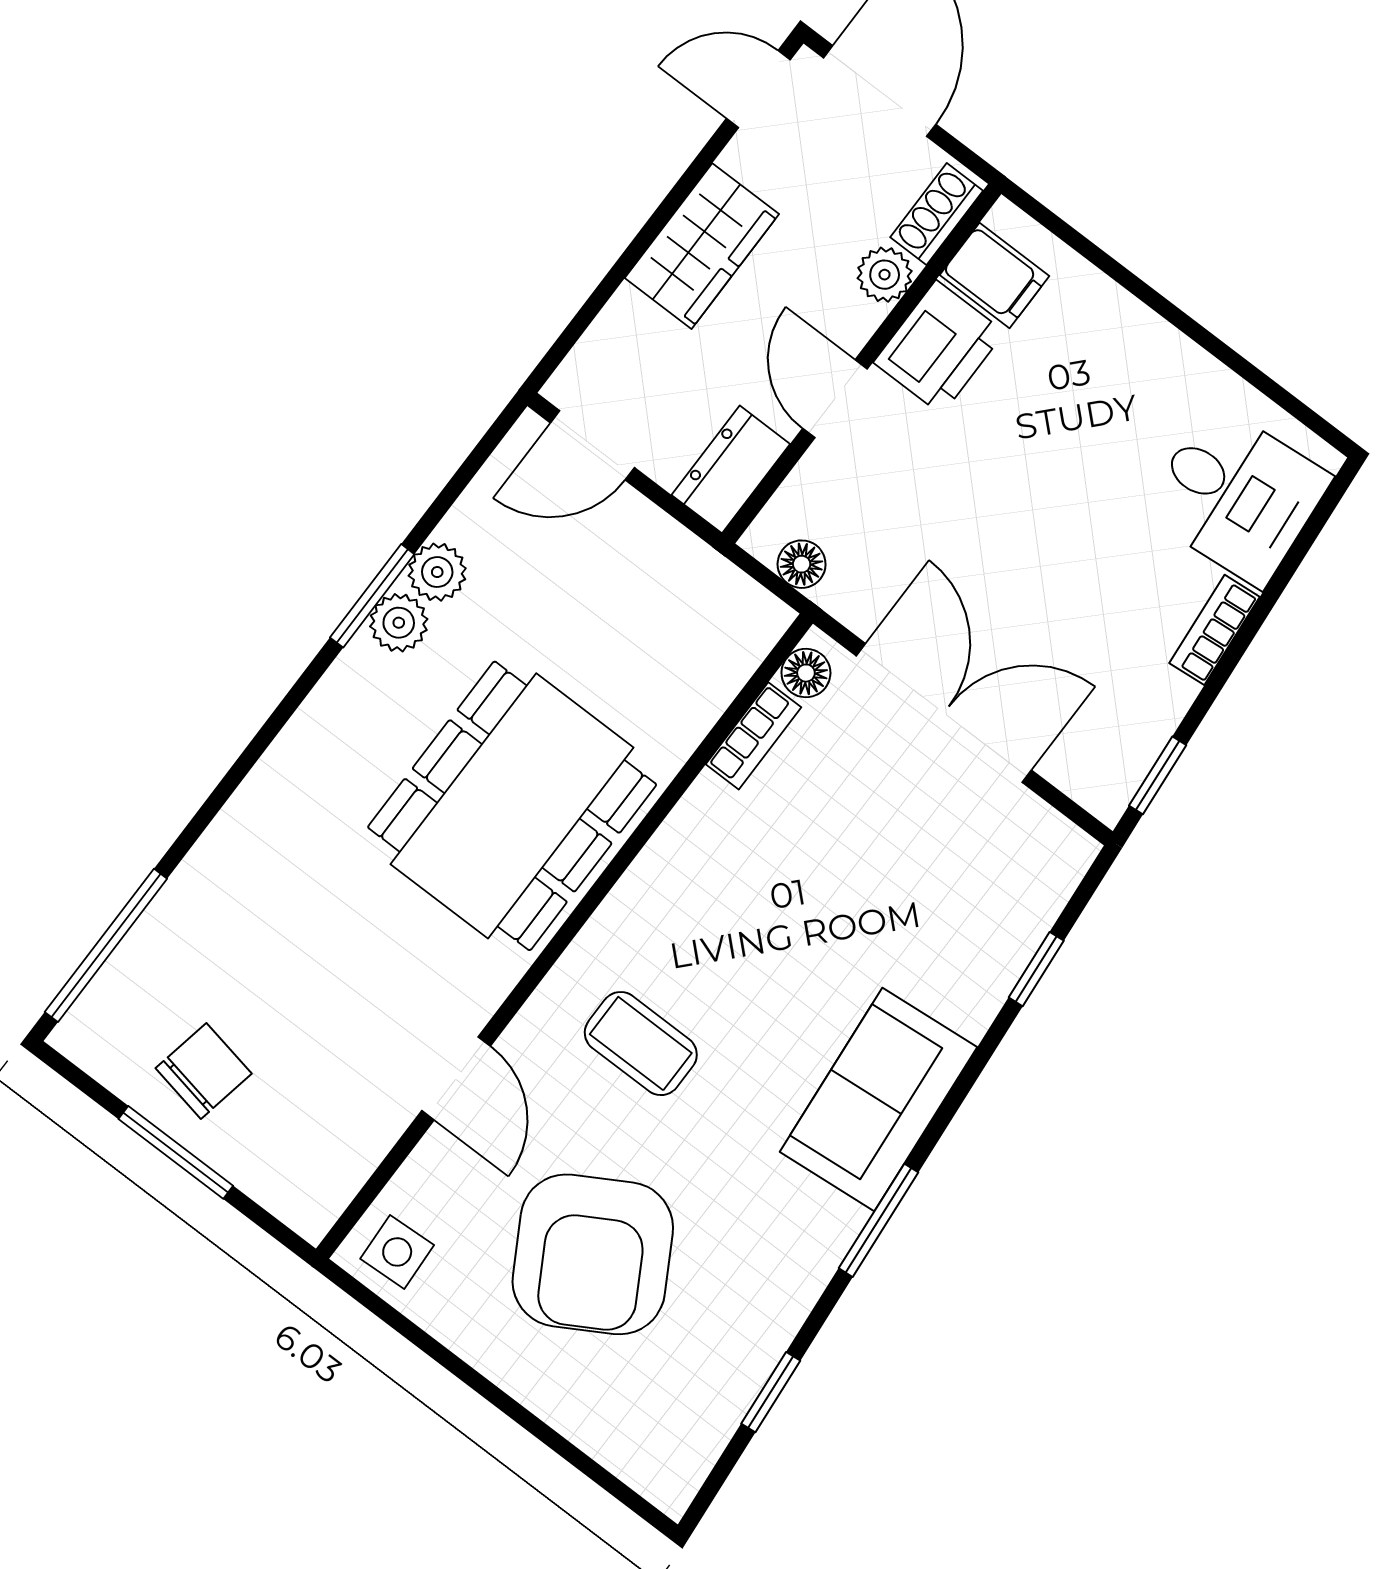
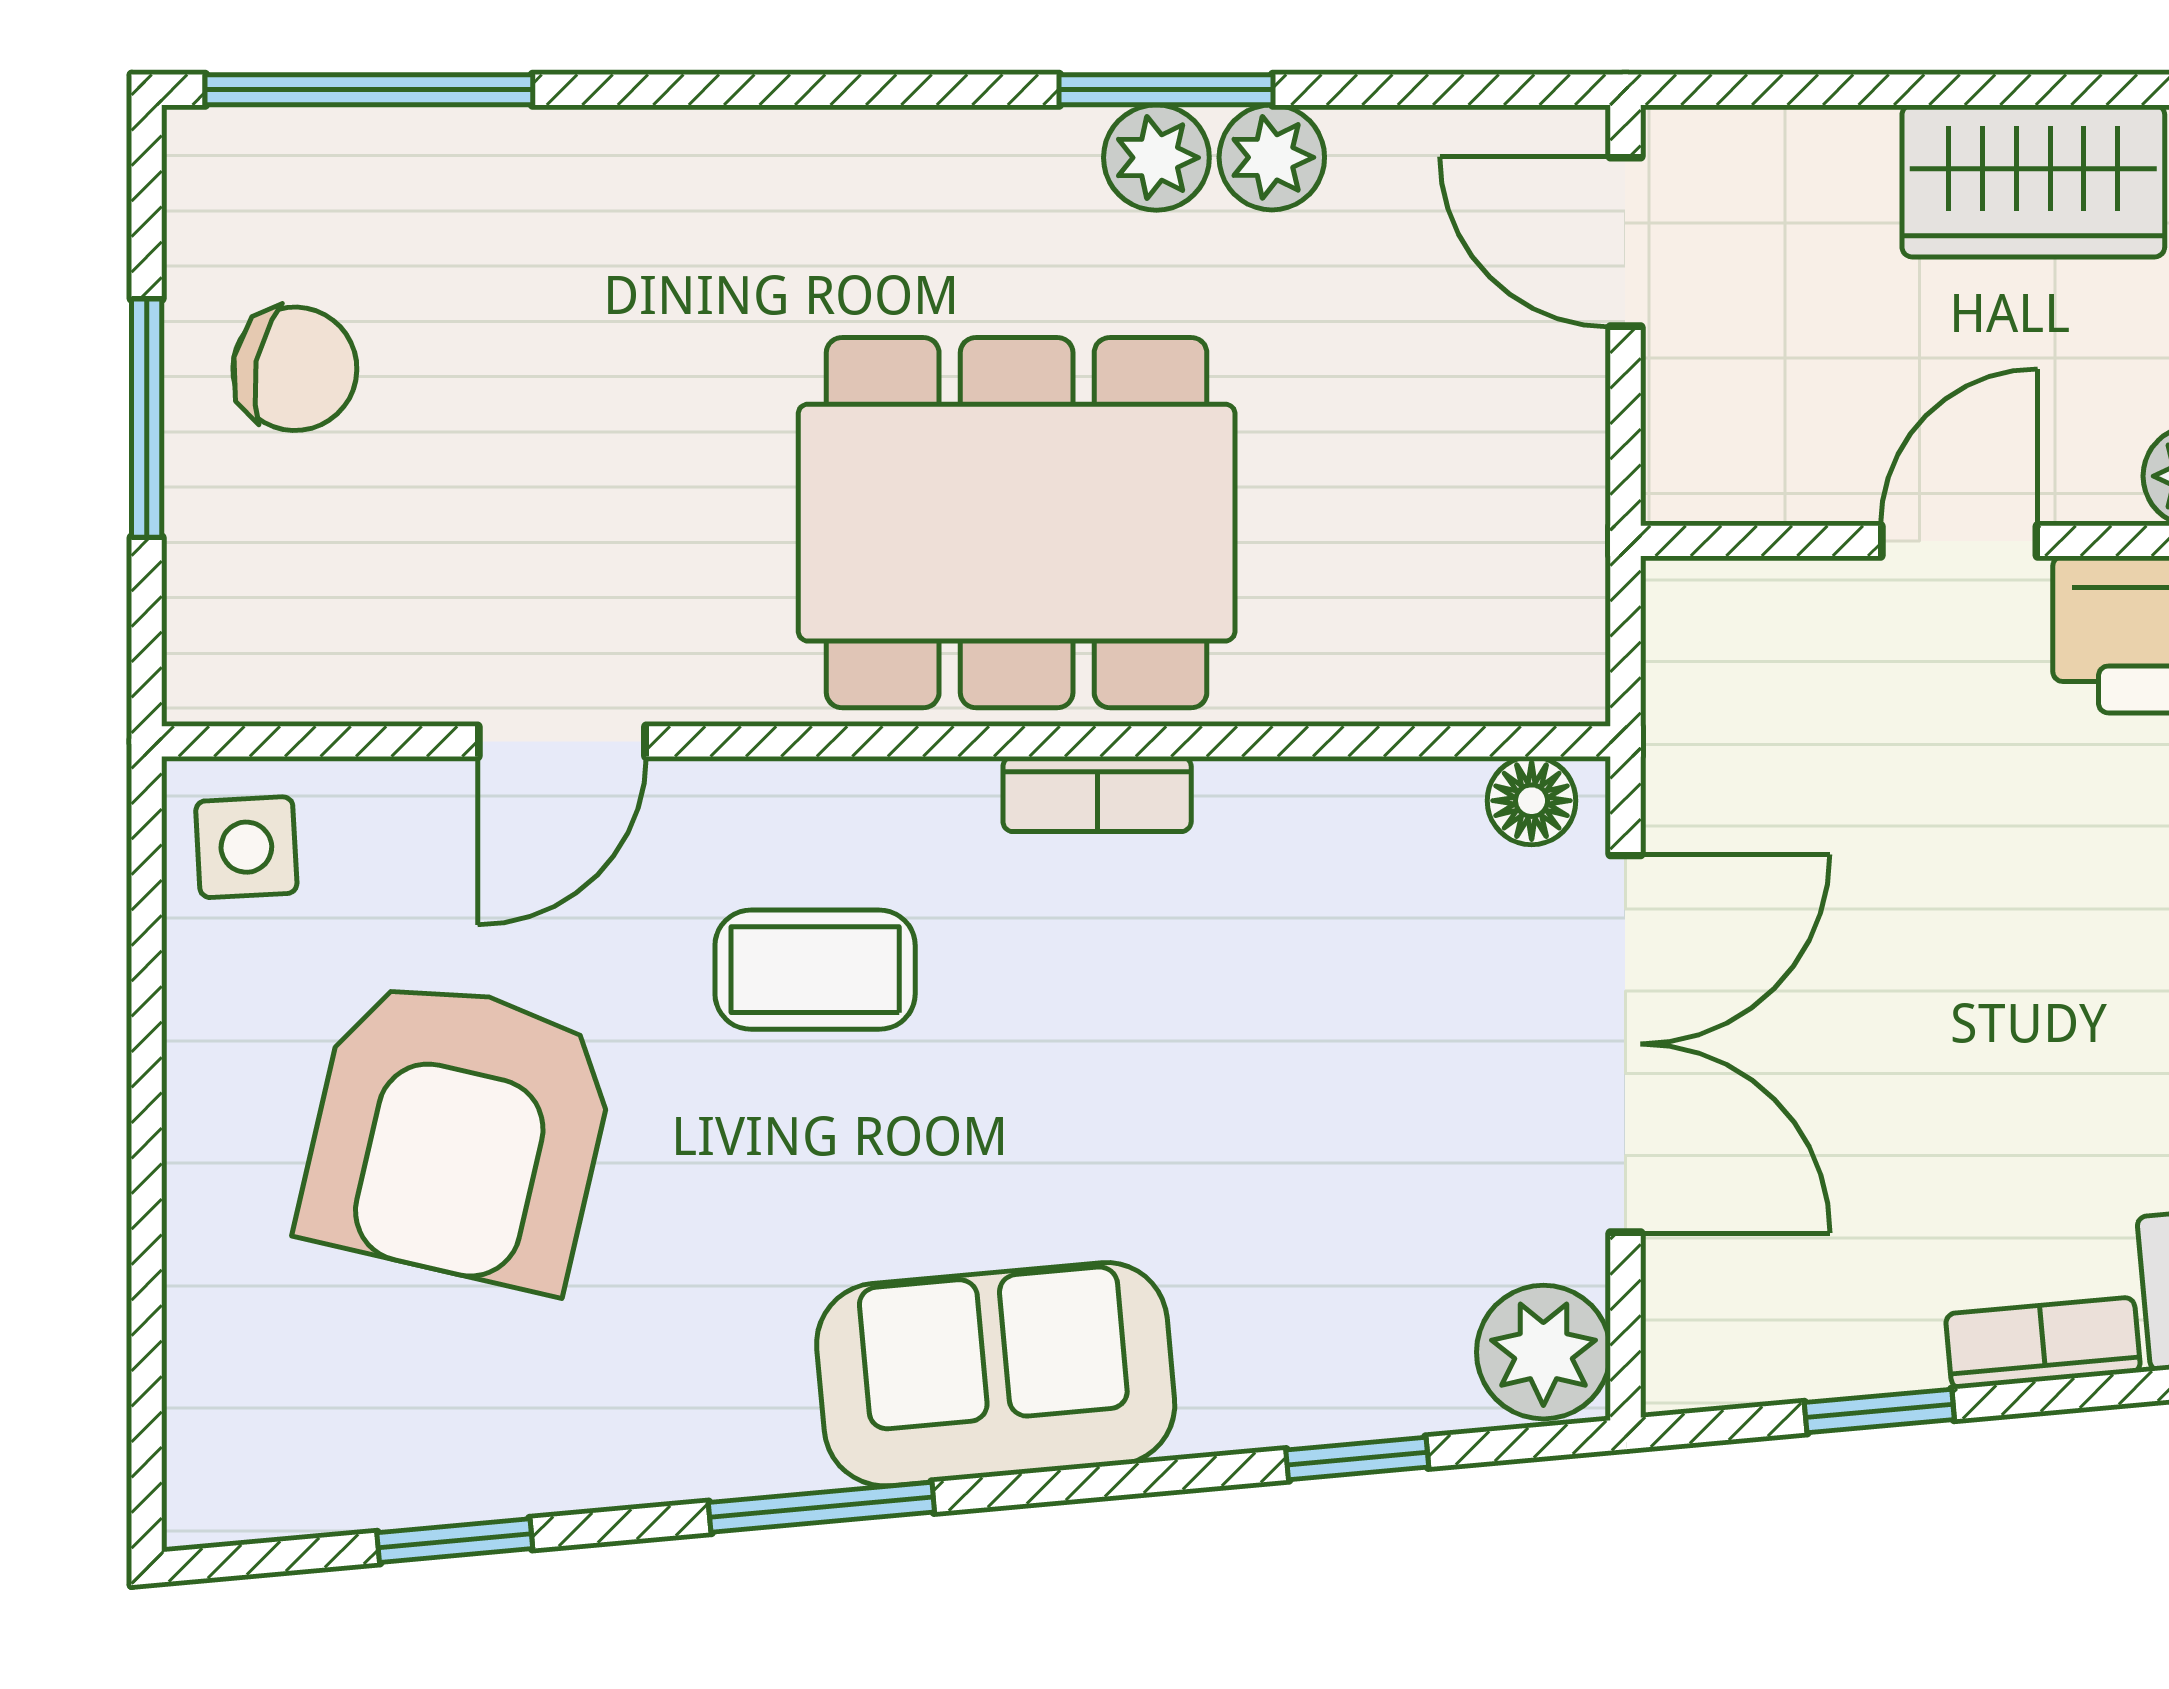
dresser: (731, 469) -> (1743, 468), removed
floor lamp: (802, 564) -> (1684, 675), removed
bookcase: (754, 736) -> (1097, 794), moved
window: (1158, 775) -> (1879, 1411), moved
plant: (1052, 852) -> (1543, 1352), added
coffee table: (641, 1044) -> (815, 970), turned 90
armchair: (593, 1254) -> (458, 1132), turned -47

